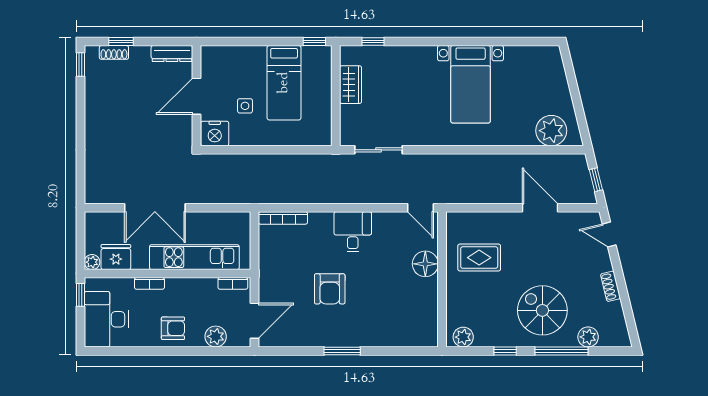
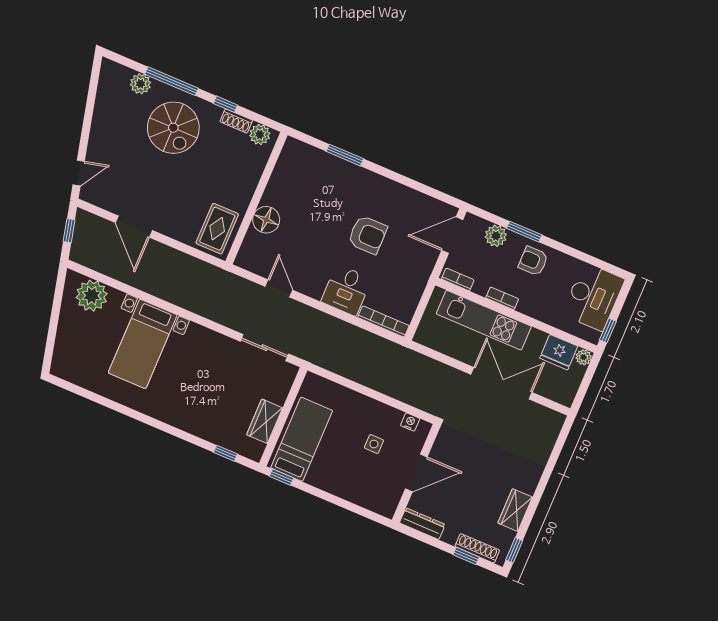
shoe rack: (114, 52) -> (477, 548), width x1.43
bed: (284, 83) -> (302, 439), moved
bed with nightstands: (471, 84) -> (143, 344), moved, turned 180
wardrobe: (95, 101) -> (515, 510), added
nightstand: (215, 134) -> (410, 422), width x0.53, depth x0.56
door: (420, 208) -> (279, 288), moved
desk: (353, 232) -> (346, 290), moved
door: (609, 235) -> (79, 173), hinge flipped
rug: (479, 258) -> (217, 229), moved, turned 90
bookcase: (149, 283) -> (502, 298), moved
shoe rack: (610, 286) -> (236, 121), moved, turned 104
armchair: (330, 289) -> (368, 235), turned 90
window: (192, 351) -> (524, 232), added
window: (342, 351) -> (345, 155), moved

